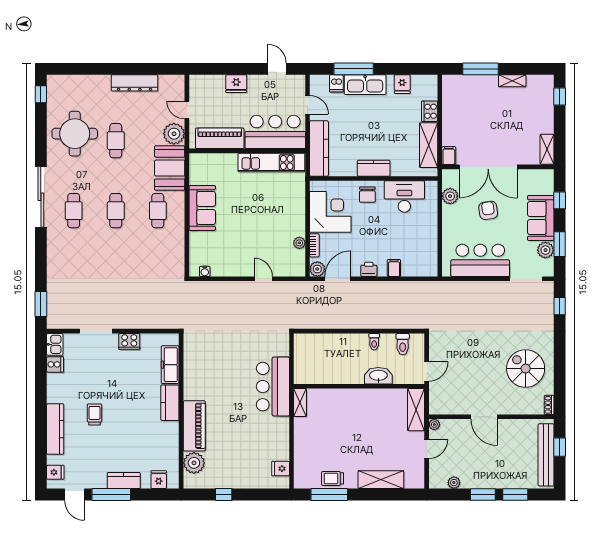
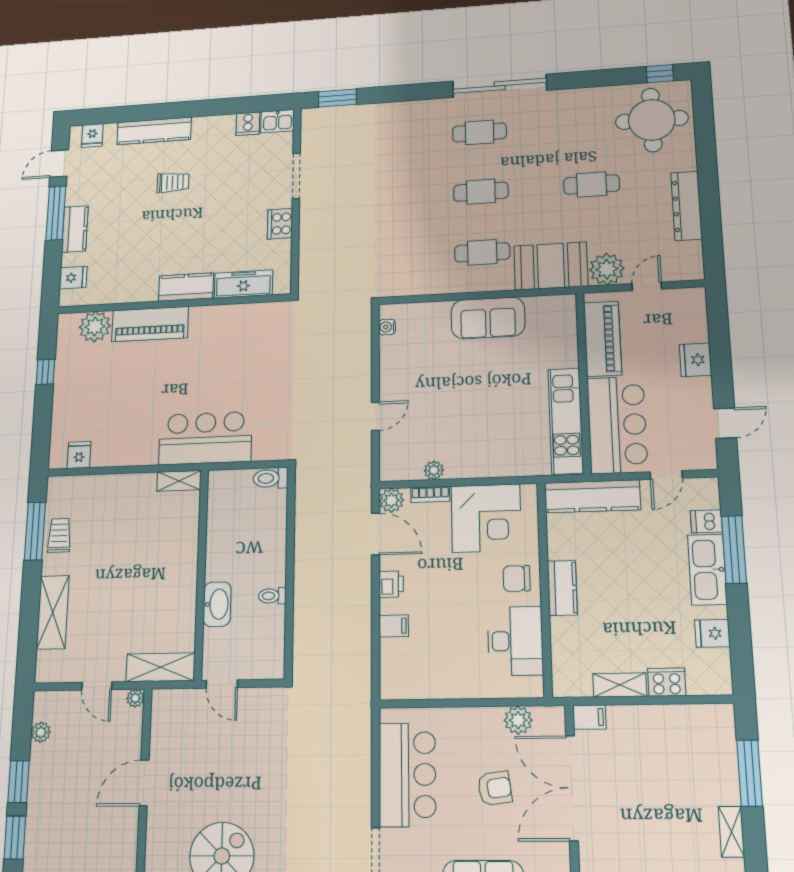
round table: (75, 134) -> (652, 120), moved
shelving: (429, 145) -> (620, 685), width x0.67, depth x0.75
toilet: (403, 344) -> (271, 478), moved

